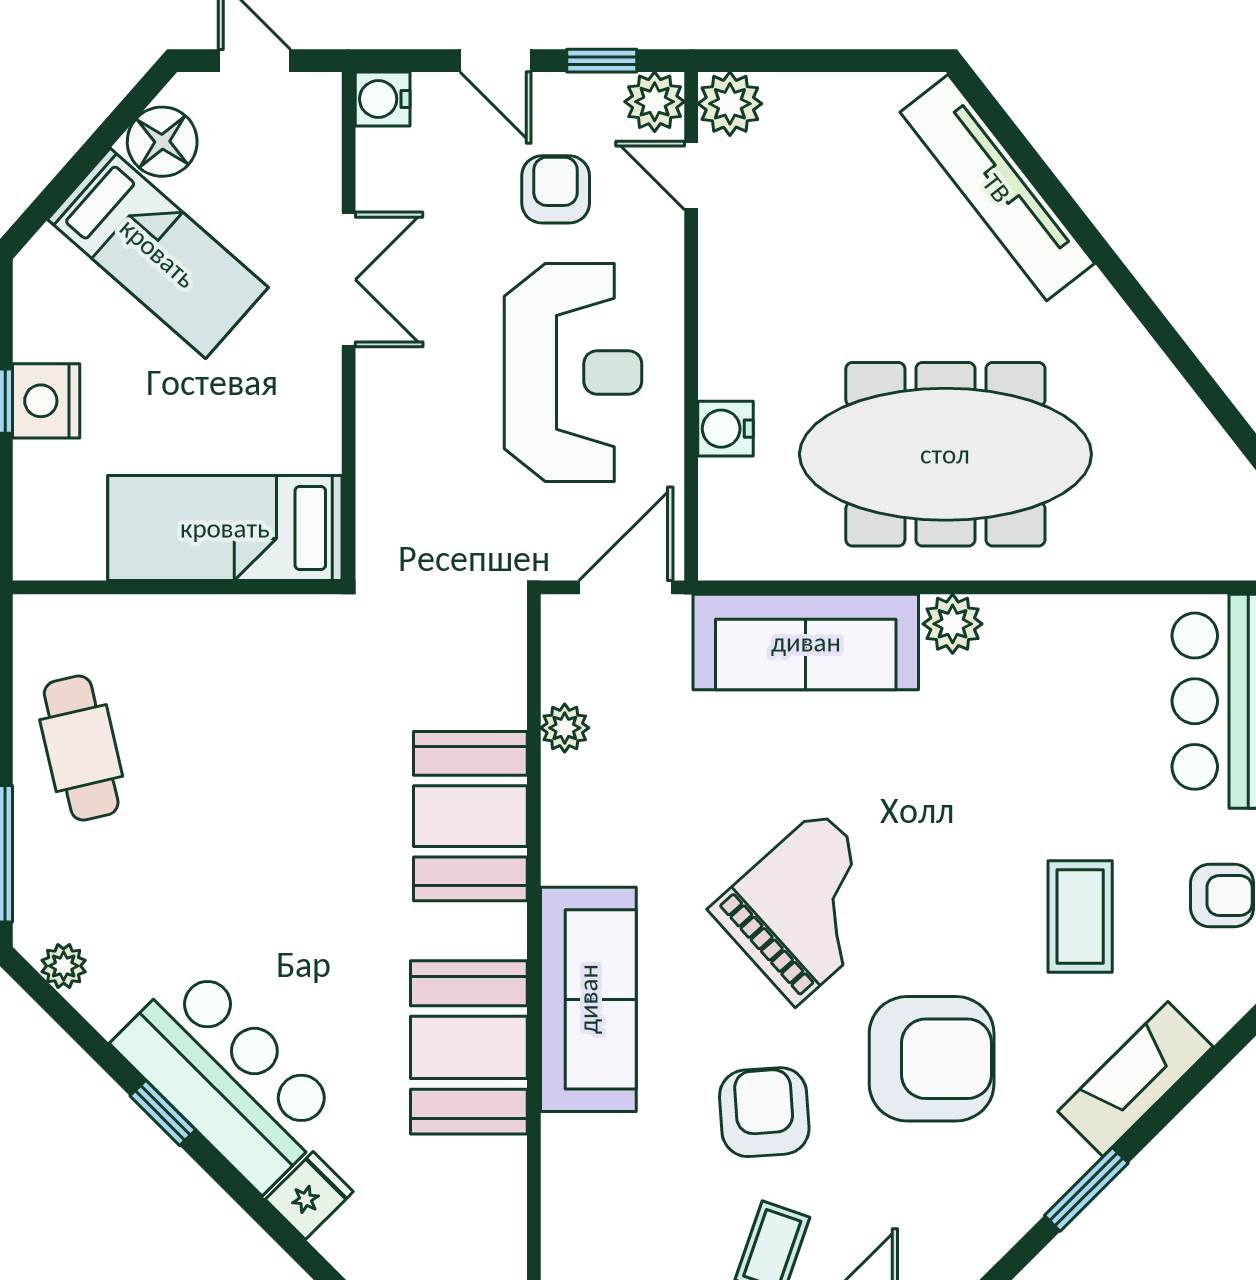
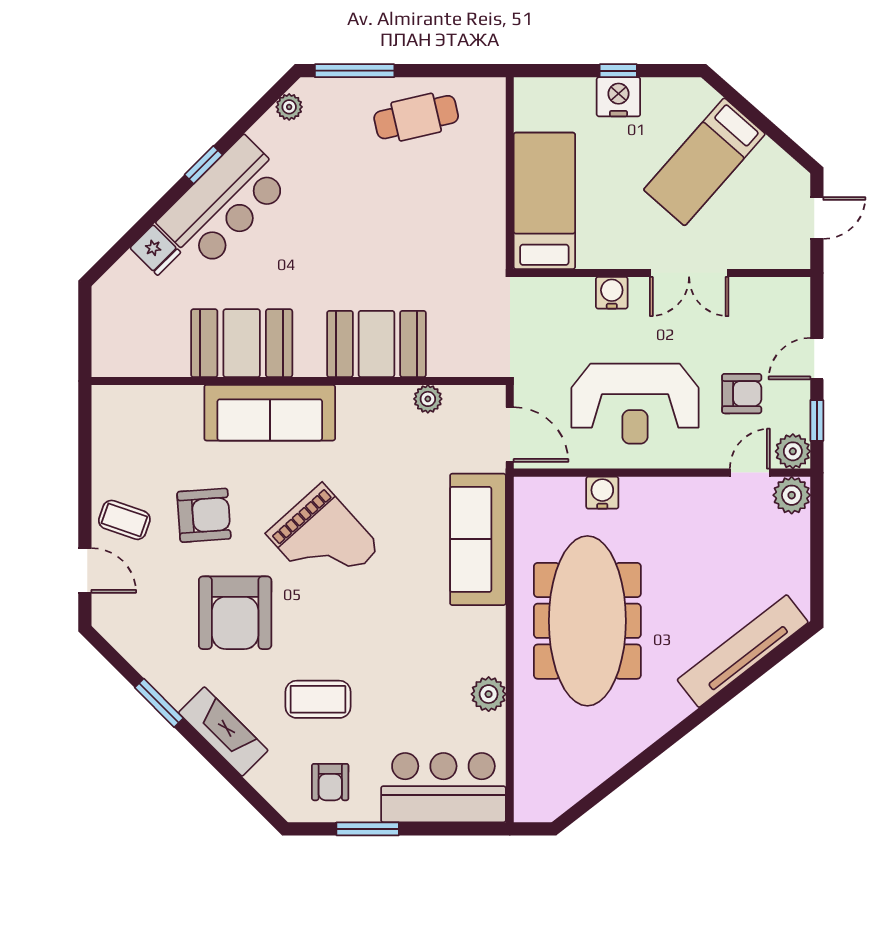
water cooler: (383, 99) -> (612, 293), moved
floor lamp: (162, 142) -> (769, 164), removed
plant: (953, 624) -> (489, 694), moved

